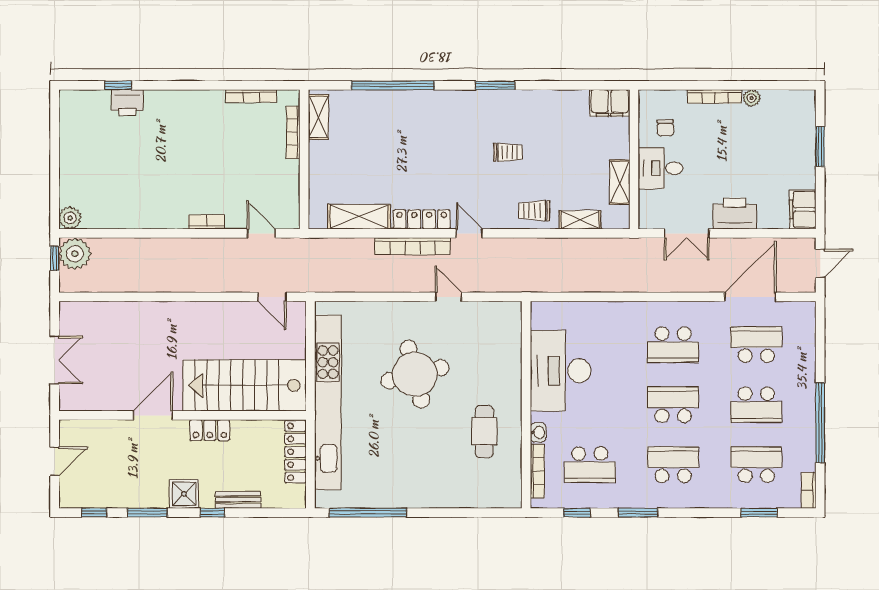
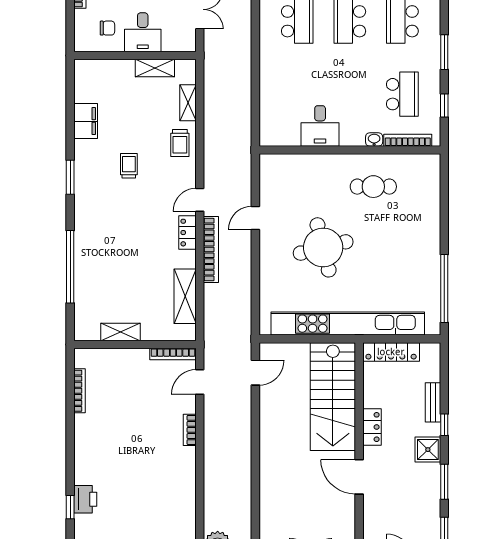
filing cabinet: (610, 103) -> (86, 121), moved
shelving: (318, 117) -> (121, 332), moved
bookcase: (293, 132) -> (173, 354), moved
locker: (422, 219) -> (187, 233), width x0.66
desk: (561, 371) -> (320, 126), width x0.53, depth x0.77

